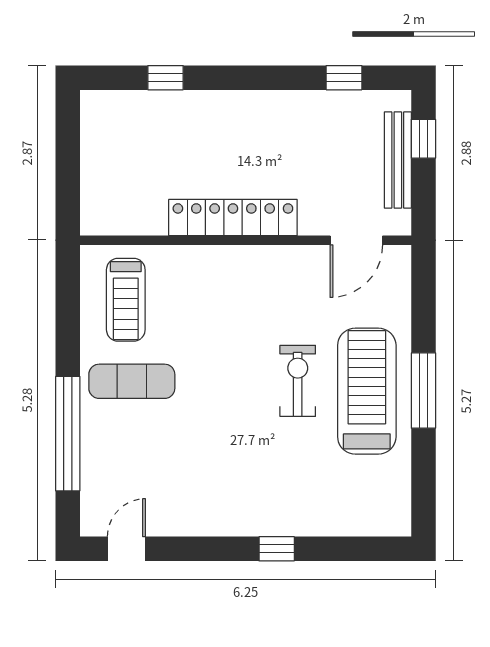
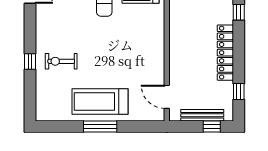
locker: (233, 218) -> (225, 53), moved, turned 180
exercise bike: (298, 381) -> (61, 61), moved, turned 180
treadmill: (367, 391) -> (100, 102), turned 180

